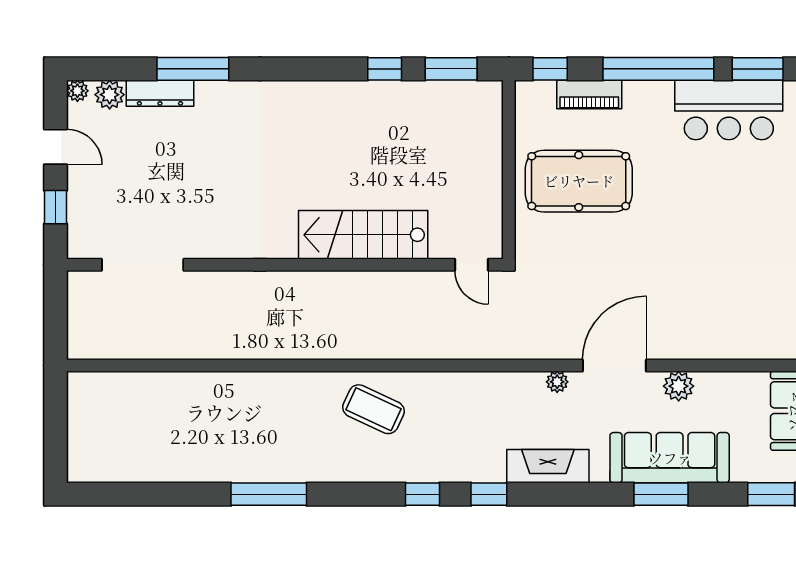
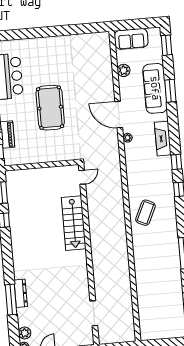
dresser: (160, 93) -> (21, 293), moved
pool table: (579, 181) -> (50, 108), moved
doorway: (143, 265) -> (94, 313), width x0.73
plant: (679, 386) -> (124, 70), moved

